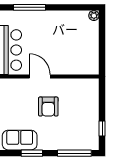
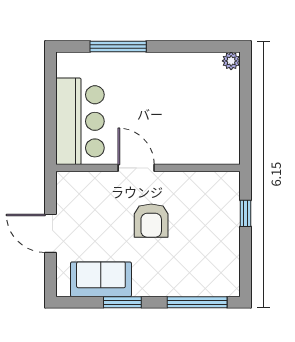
window: (102, 128) -> (246, 213), moved

